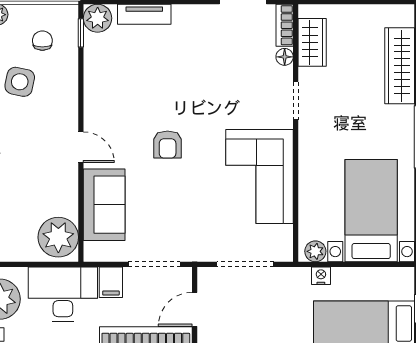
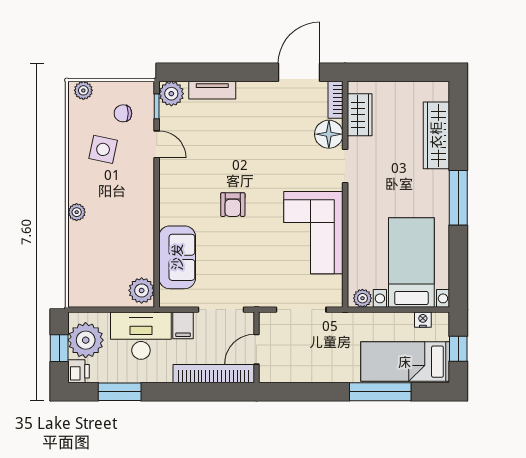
chair: (42, 41) -> (123, 113), turned -90
floor lamp: (285, 57) -> (329, 134), width x1.89, depth x1.89
door: (81, 147) -> (157, 144), moved
plant: (58, 237) -> (142, 290), width x0.73, depth x0.73
nightstand: (321, 276) -> (423, 320), moved

